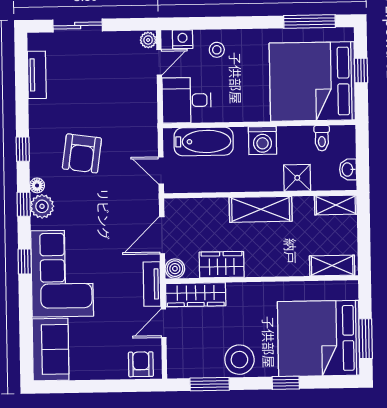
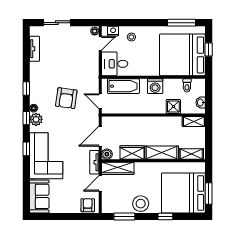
armchair: (82, 153) -> (66, 98), moved
shelving: (261, 209) -> (162, 153), moved

